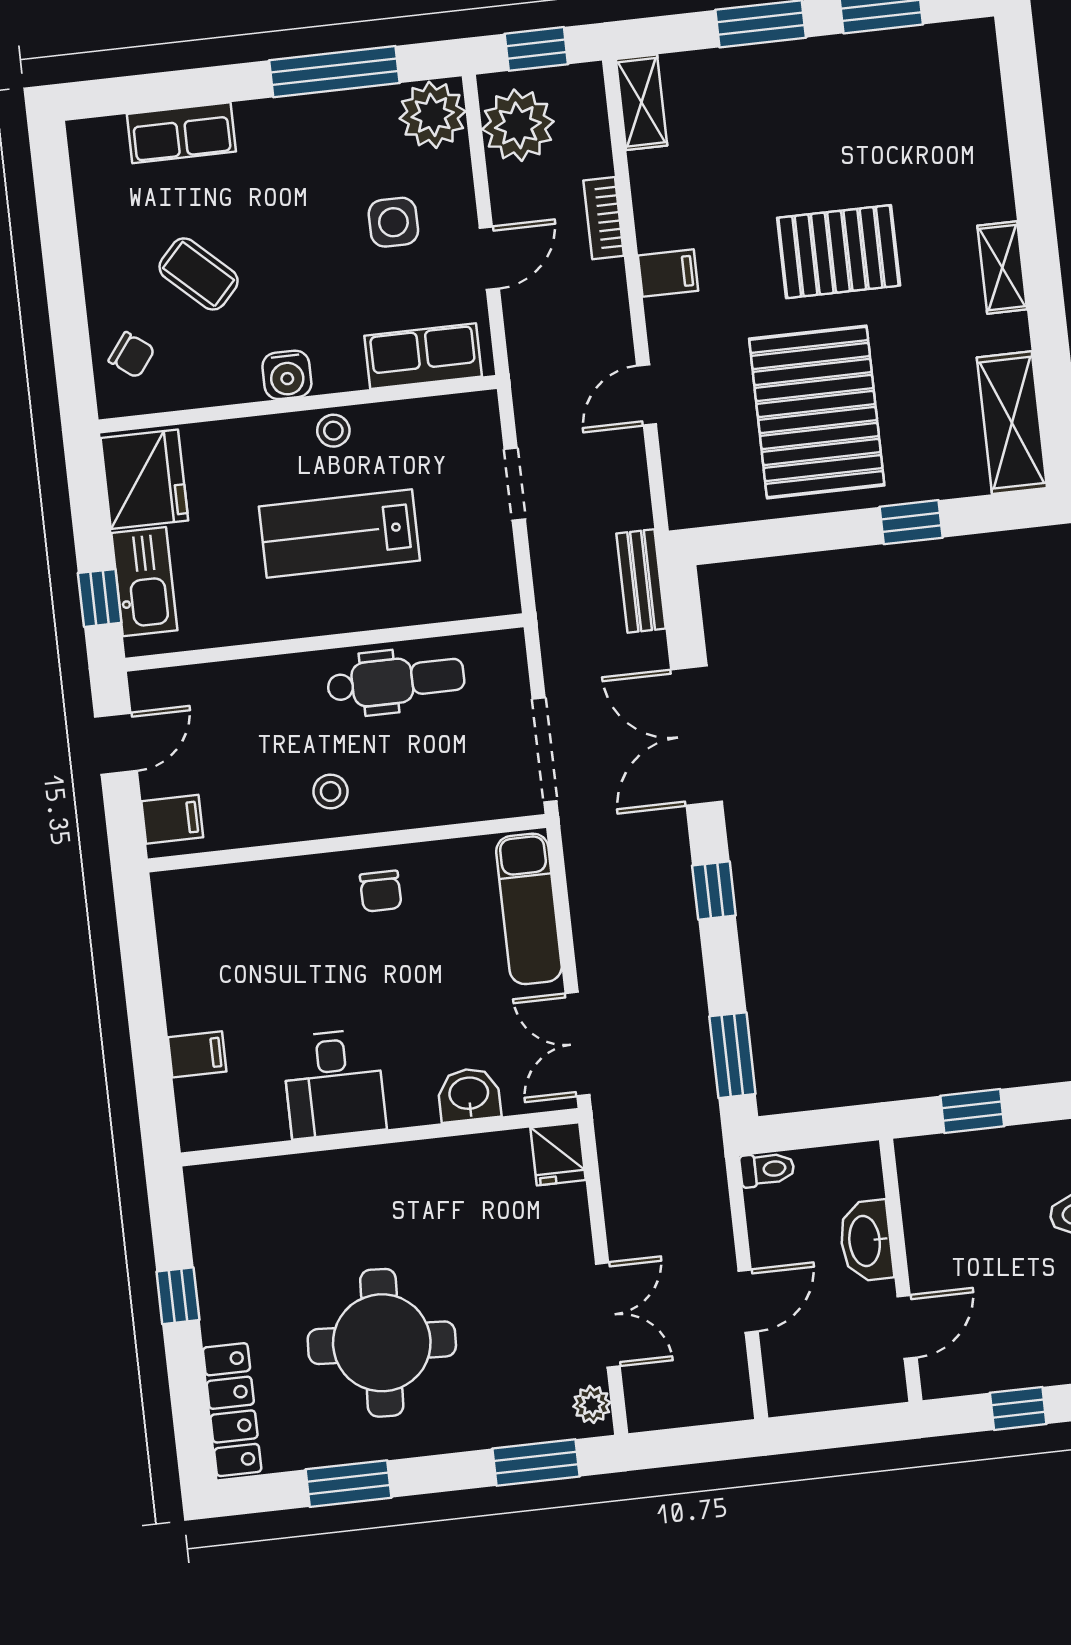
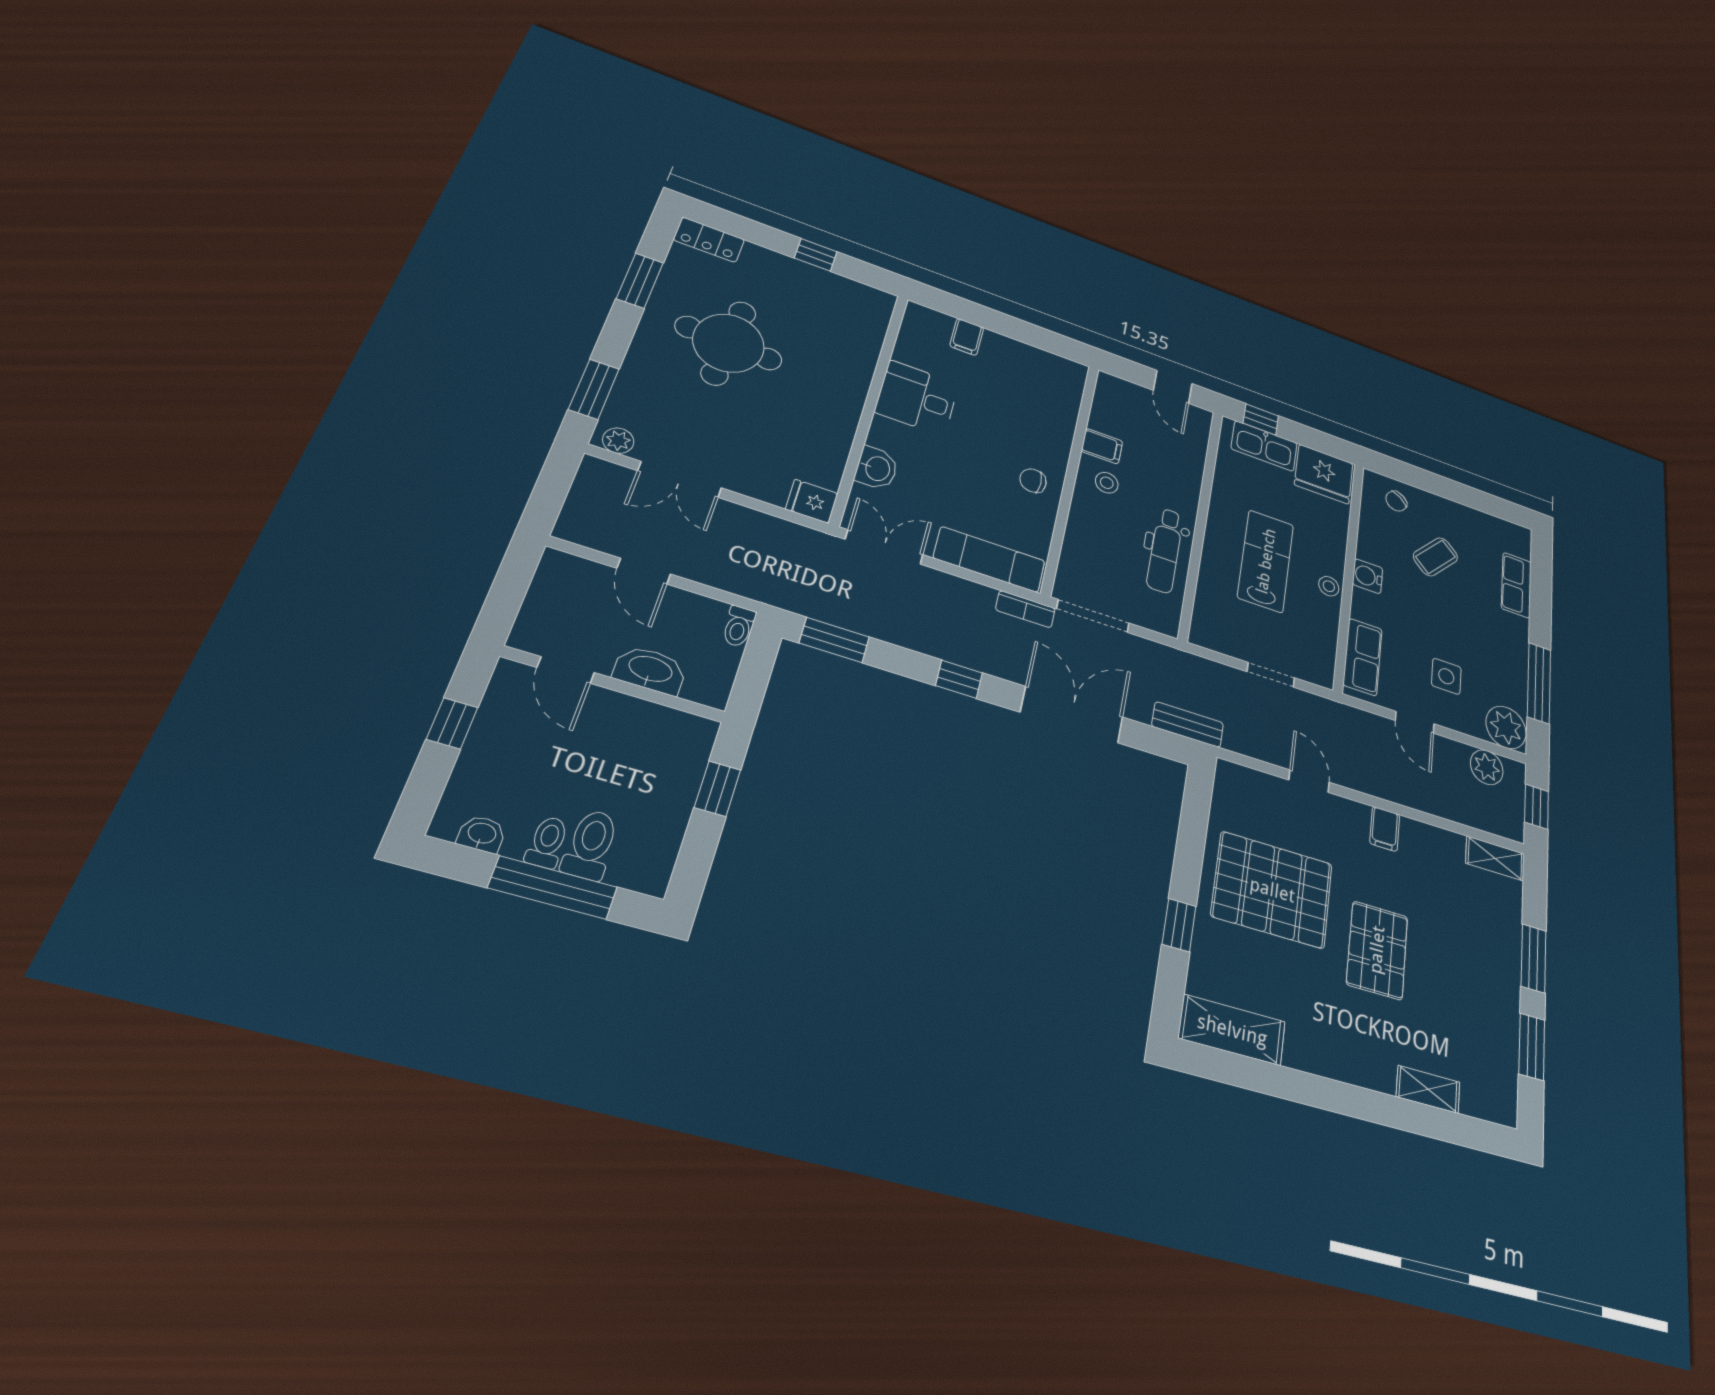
plant: (518, 125) -> (1487, 767), width x0.73, depth x0.73
bookcase: (604, 218) -> (1025, 609), moved, turned 180
shelving: (1002, 268) -> (1428, 1089), moved
filing cabinet: (172, 819) -> (1102, 446), moved, turned -90
locker: (232, 1410) -> (709, 240), width x0.66

